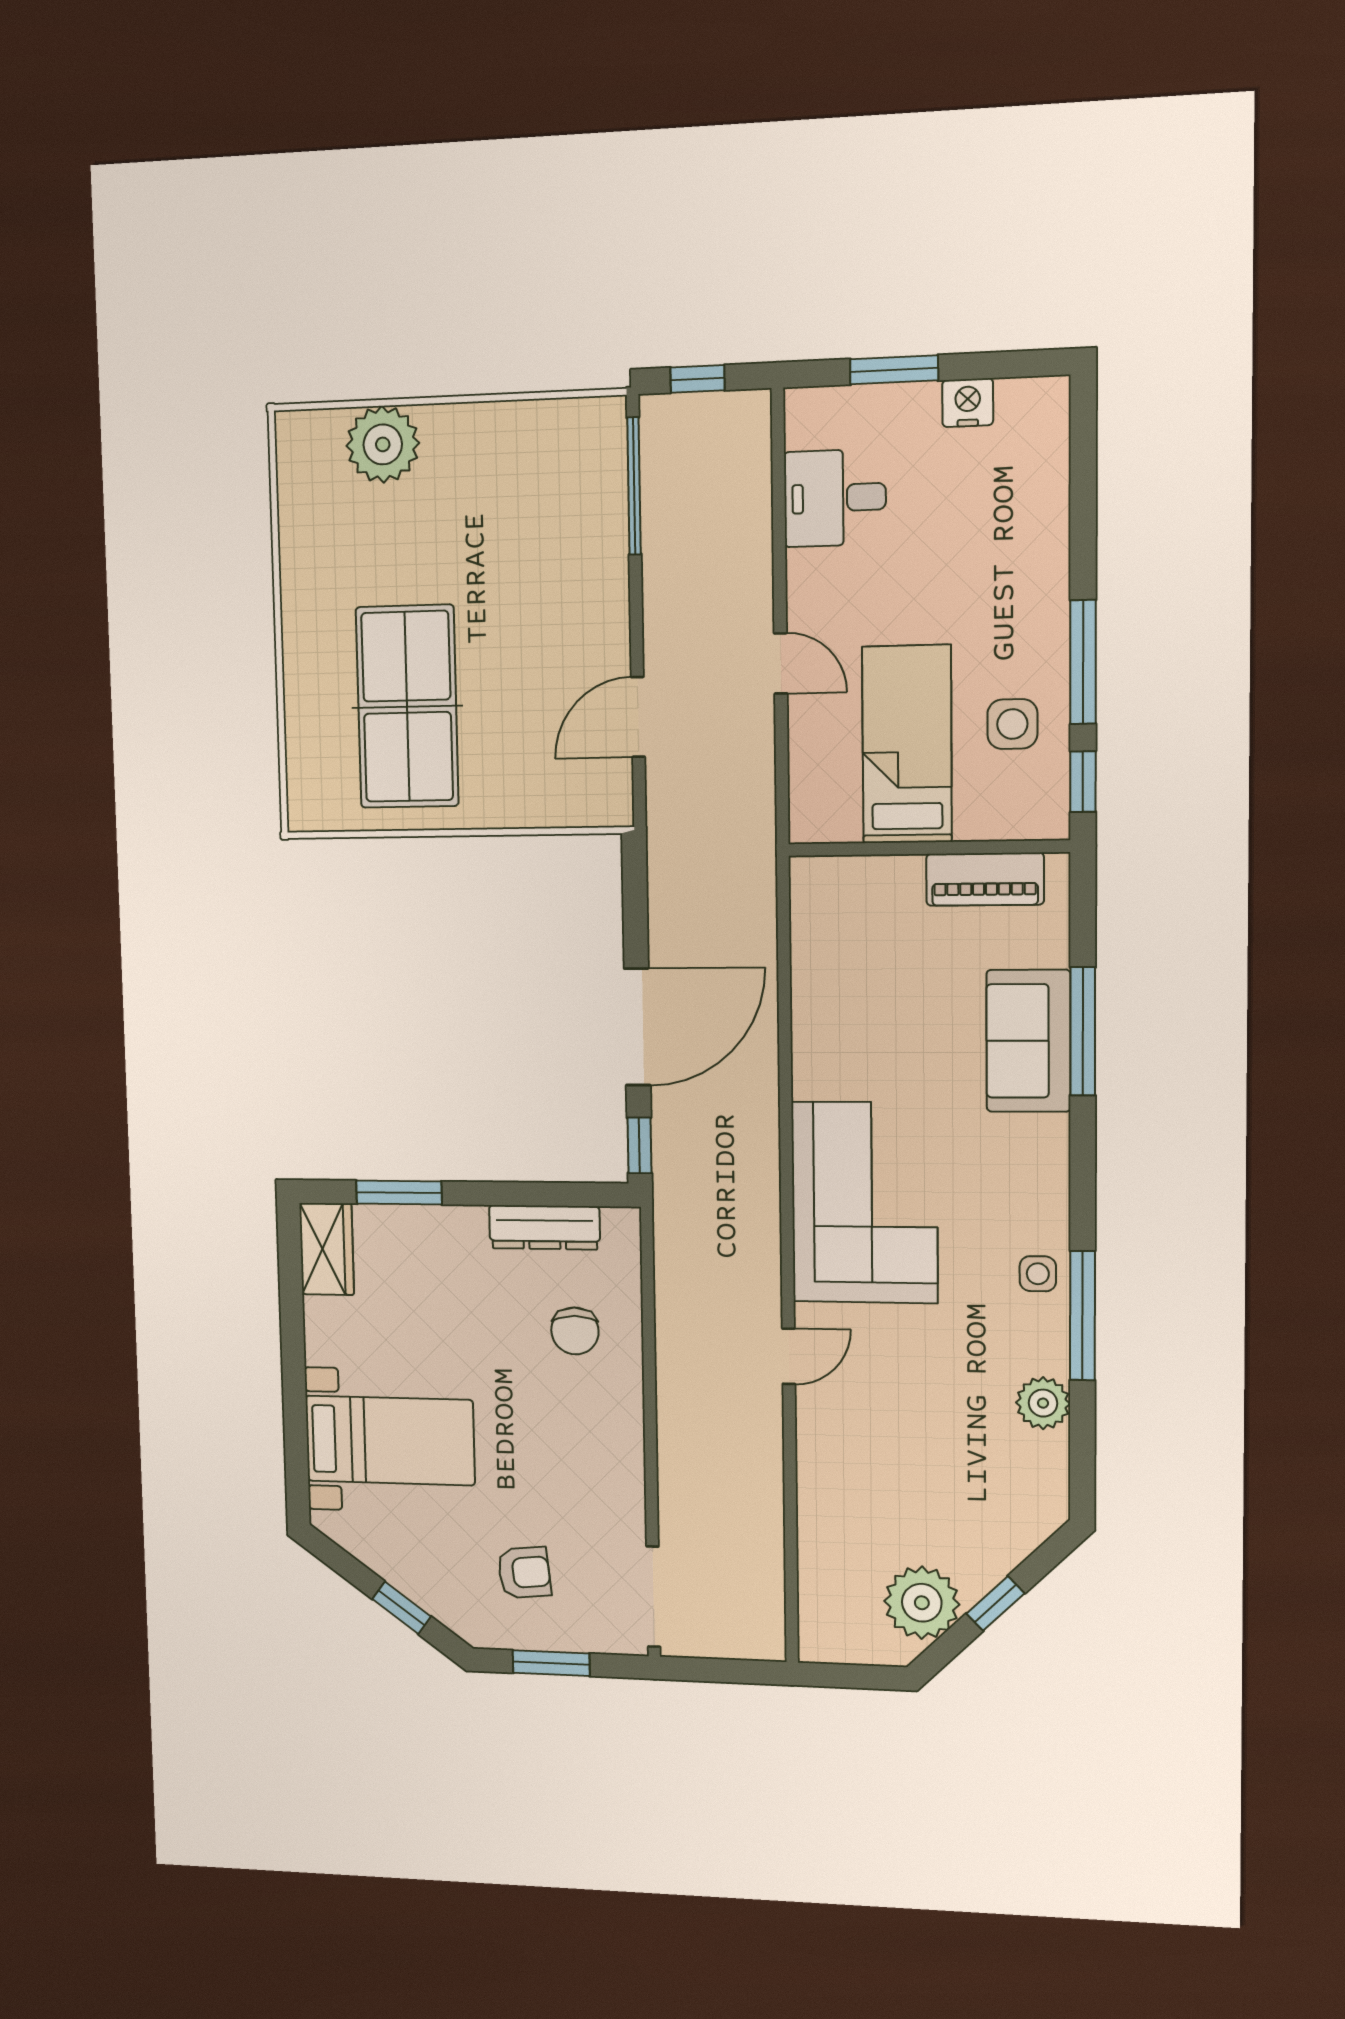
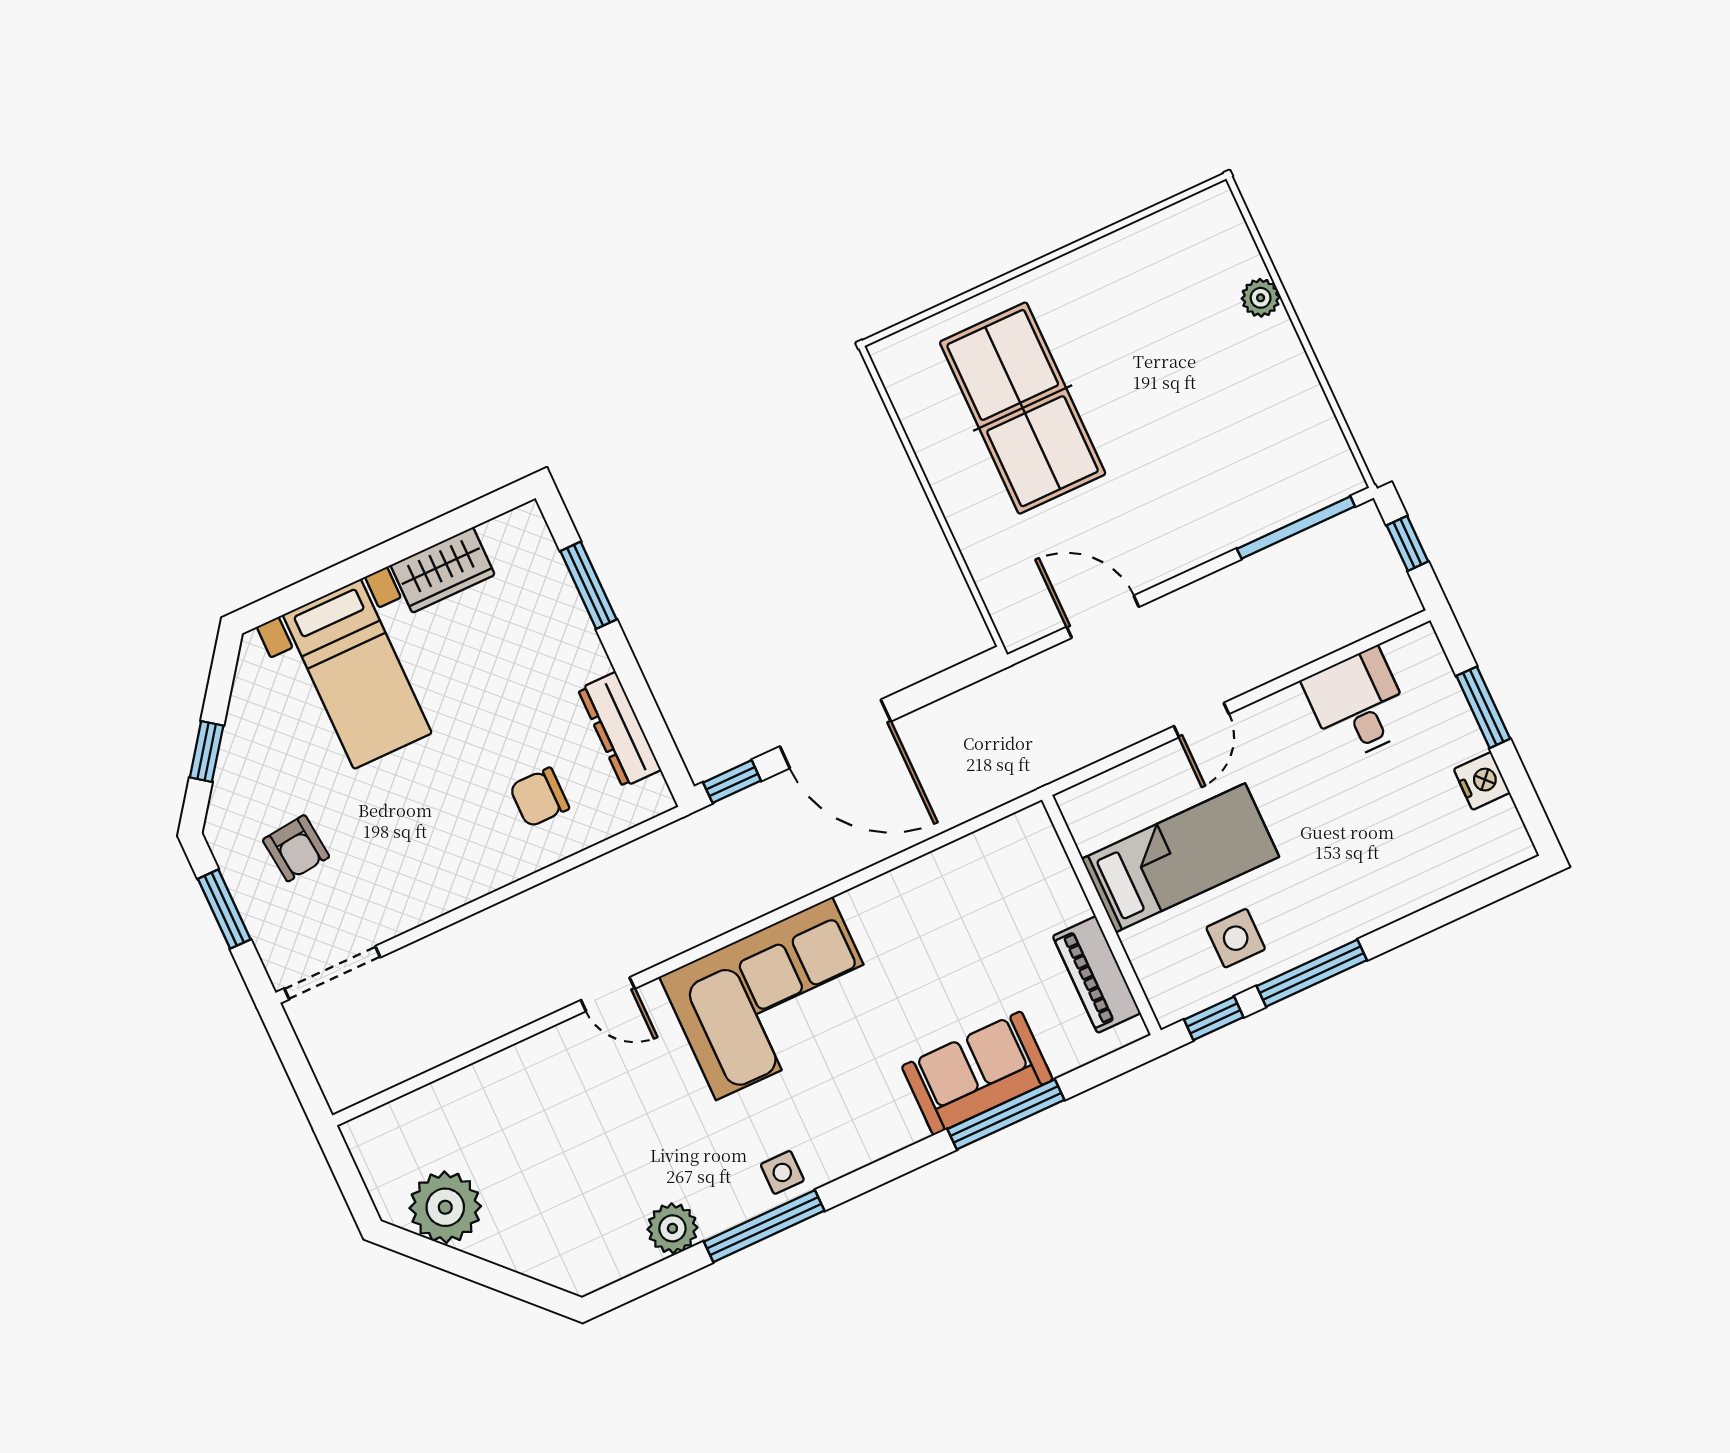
plant: (383, 444) -> (1261, 298), width x0.53, depth x0.53
table tennis table: (407, 707) -> (1023, 408), turned 90
wardrobe: (327, 1249) -> (443, 570), moved
window: (995, 1603) -> (476, 1270), removed

